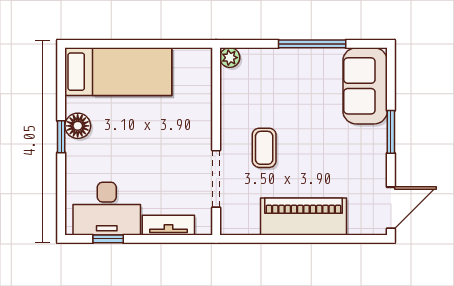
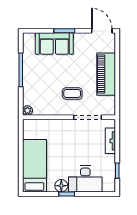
sofa: (365, 86) -> (54, 44), moved
desk: (107, 209) -> (85, 179), moved, turned 90

